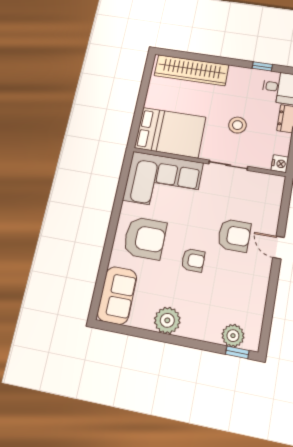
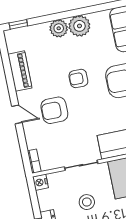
bookcase: (278, 189) -> (34, 161), added
piano: (256, 296) -> (20, 71), added
plant: (233, 336) -> (59, 28), moved

